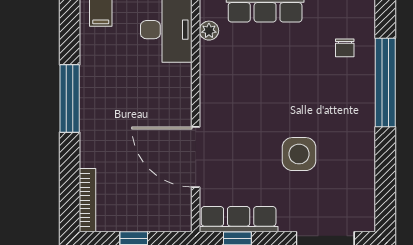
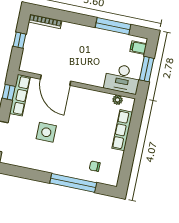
window: (70, 99) -> (113, 26), moved
door: (196, 157) -> (56, 80), swing flipped

